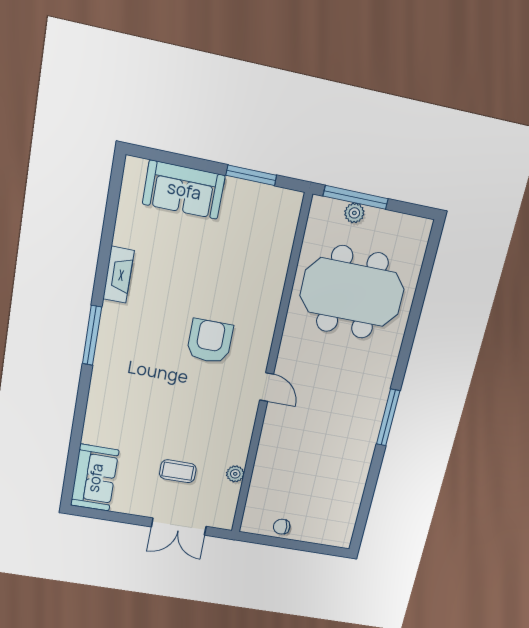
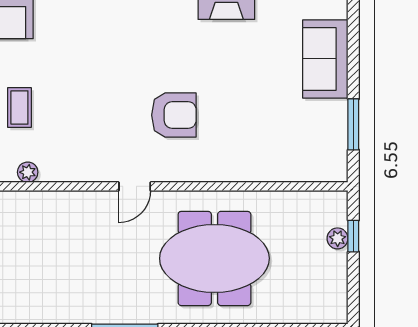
window: (356, 197) -> (353, 236), width x0.46
meeting table: (352, 292) -> (214, 258), moved, turned 90

